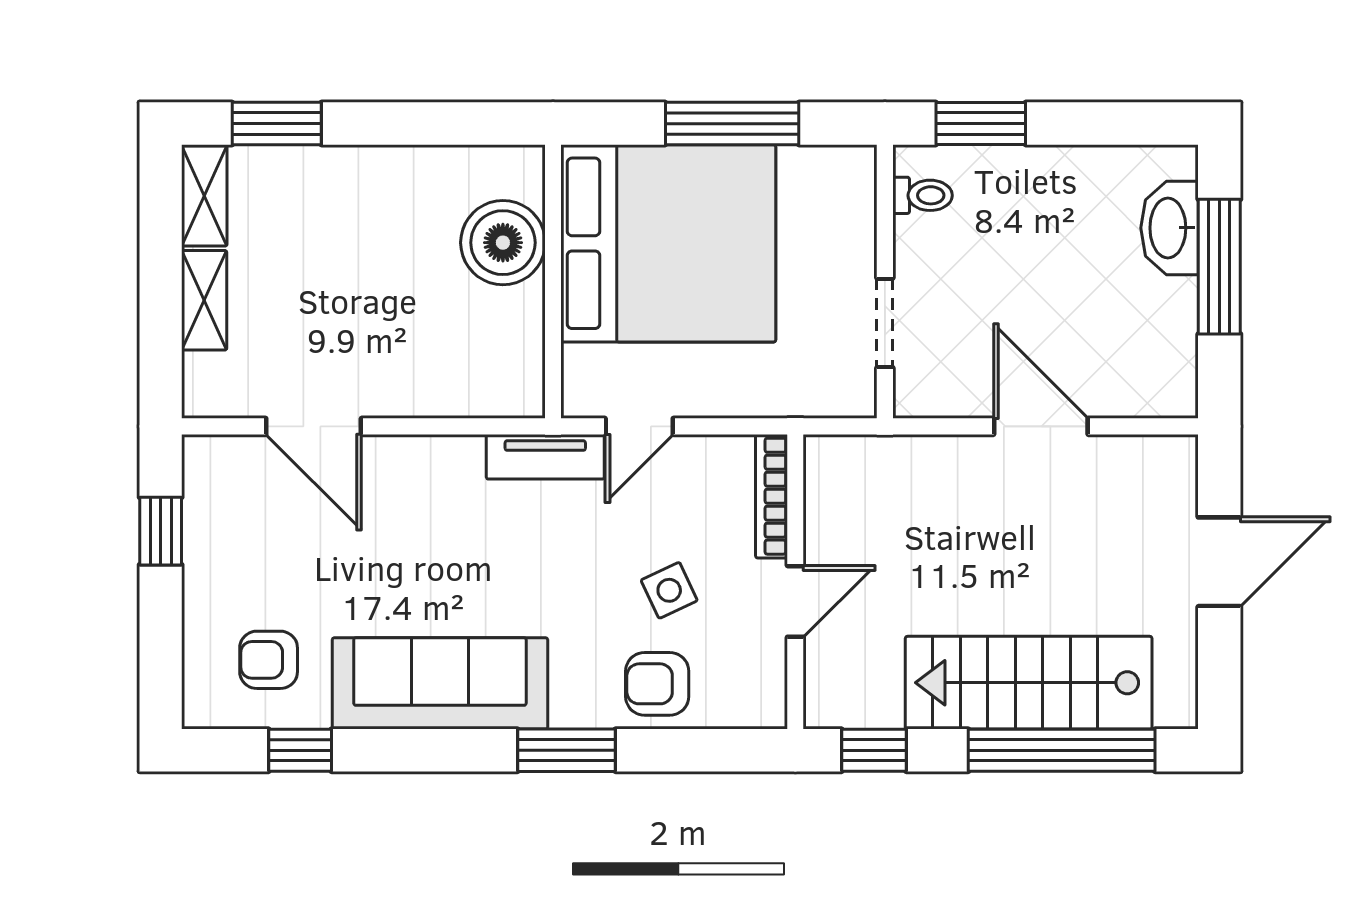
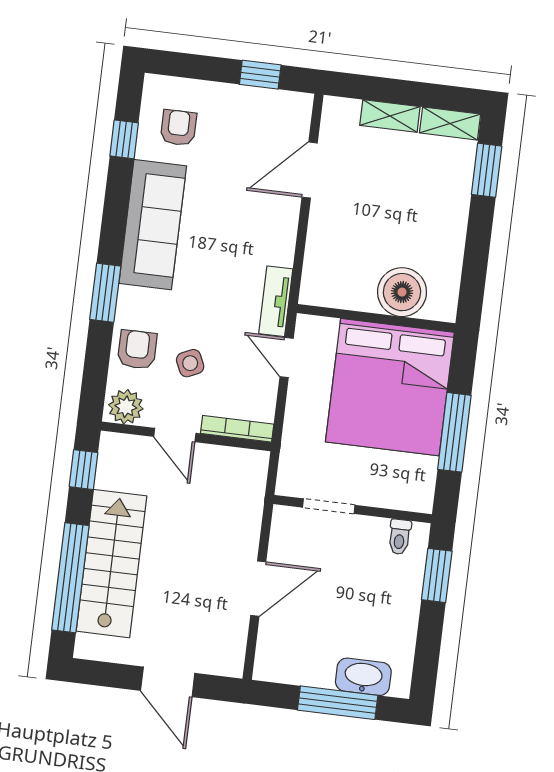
plant: (757, 691) -> (126, 407), added

